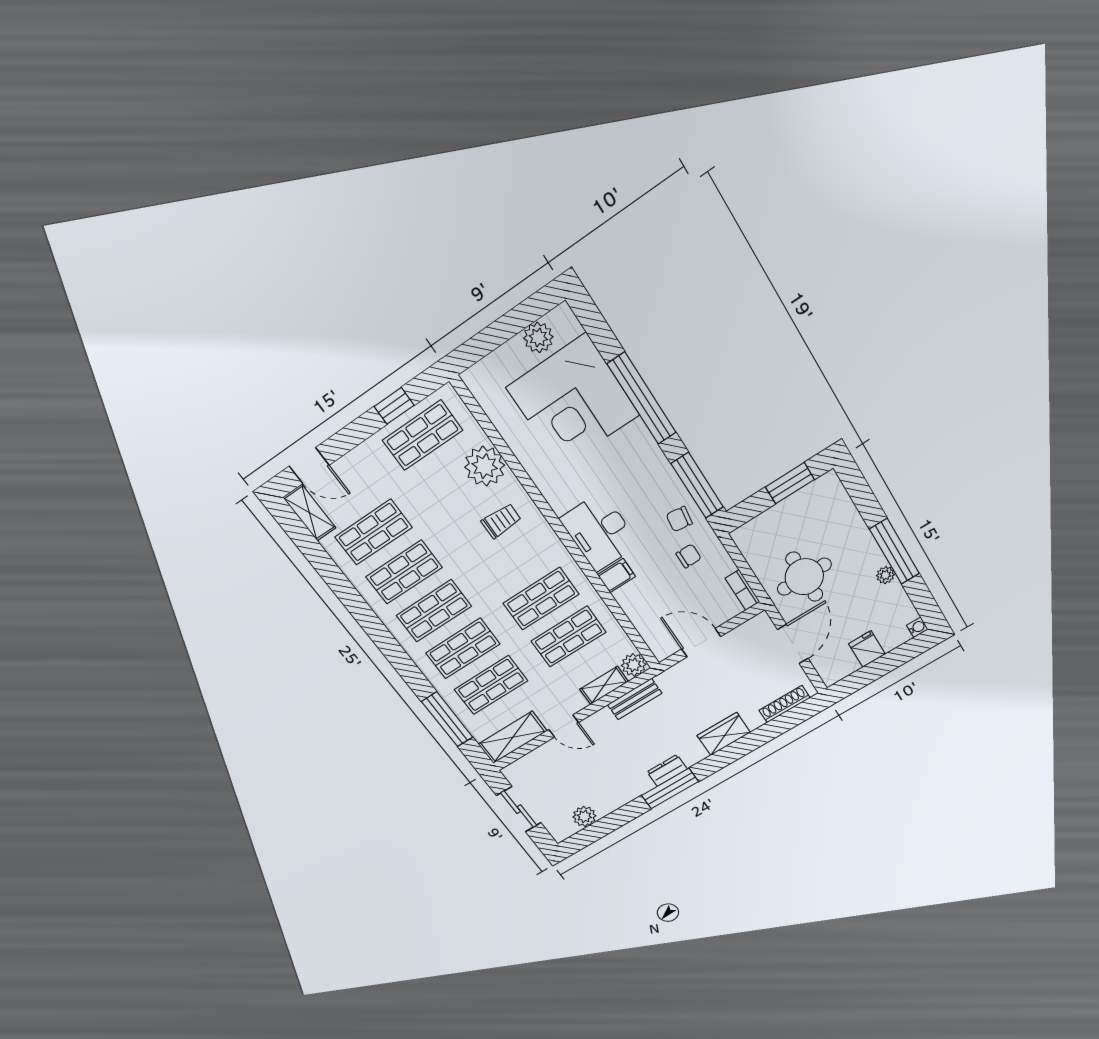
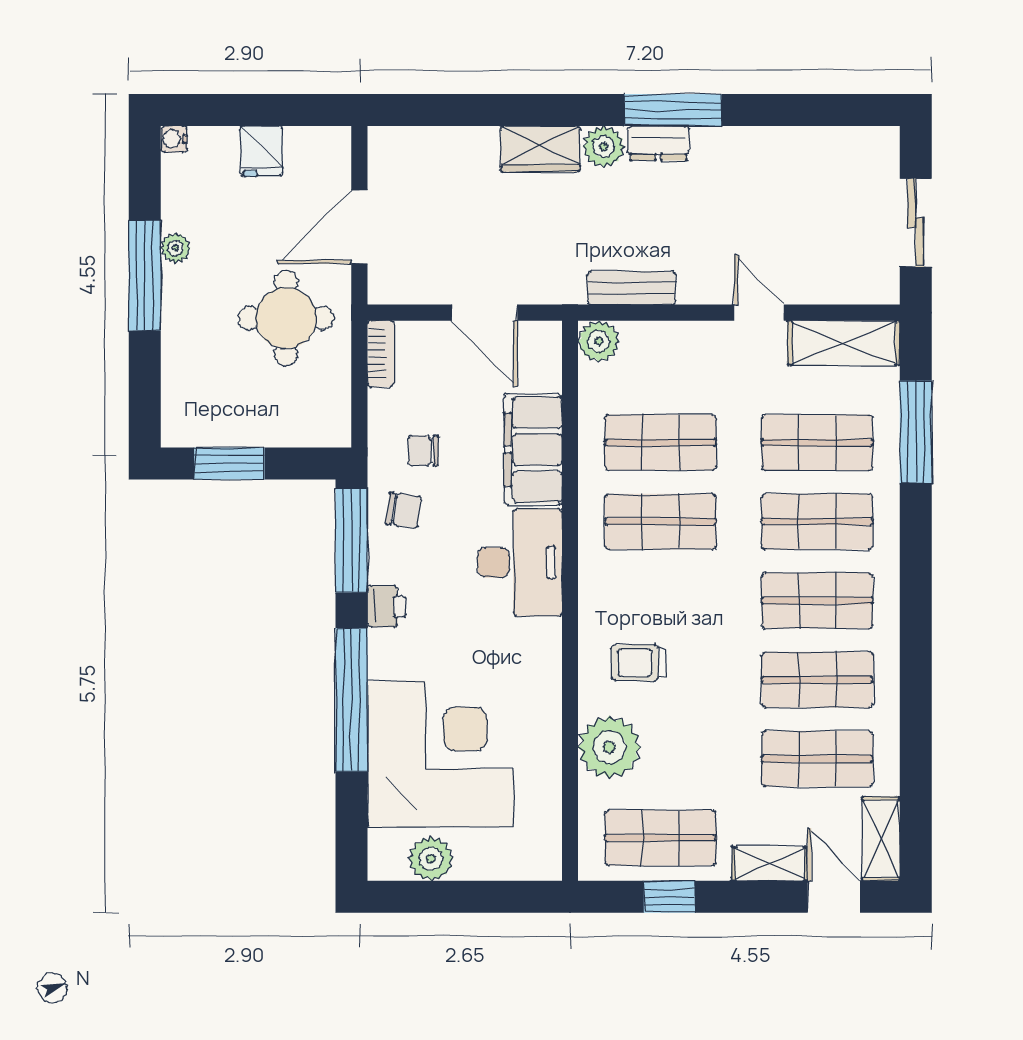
printer: (656, 463) -> (386, 606), added
filing cabinet: (616, 576) -> (533, 450), width x3.00, depth x1.17
shelving: (604, 685) -> (770, 864), moved
shoe rack: (784, 704) -> (426, 140), removed
plant: (584, 816) -> (604, 147), moved

